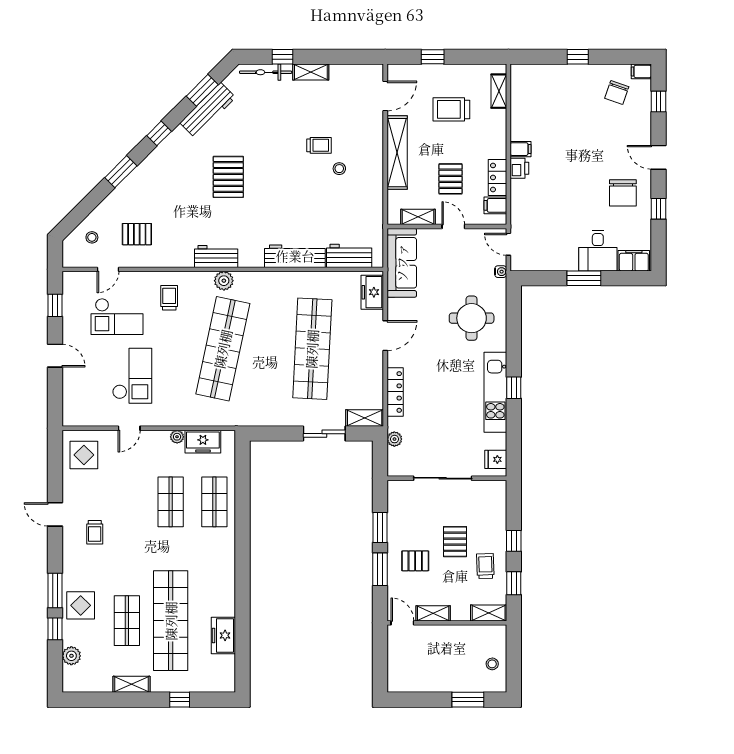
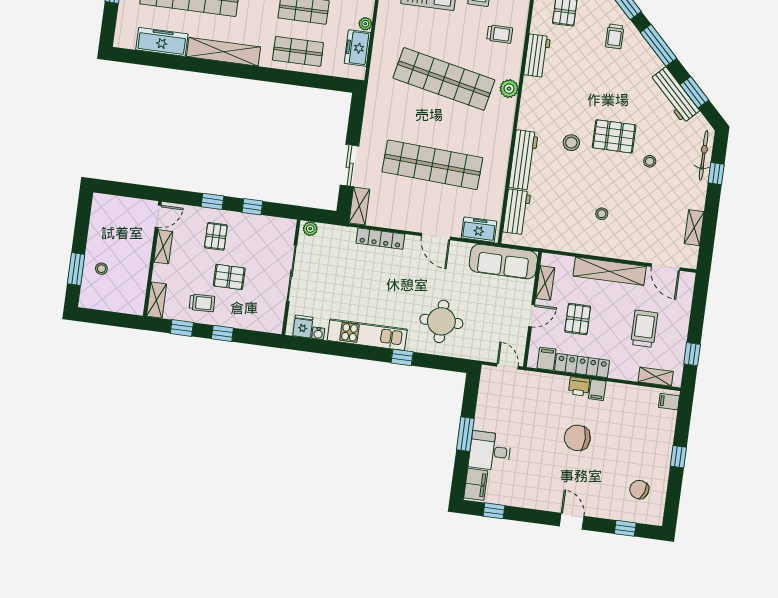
window: (433, 57) -> (692, 354), moved
filing cabinet: (641, 71) -> (669, 402), moved, turned -90
shelving: (311, 72) -> (694, 228), moved
stool: (279, 127) -> (650, 161), added
window: (159, 133) -> (658, 45), width x2.17
trolley: (319, 145) -> (615, 36), moved
door: (658, 157) -> (572, 521), hinge flipped
pallet: (228, 177) -> (614, 136), moved
locker: (498, 177) -> (582, 366), width x1.53
pallet: (451, 179) -> (578, 319), turned 90
chair: (623, 193) -> (577, 438), moved
stool: (271, 209) -> (571, 143), added
window: (658, 209) -> (494, 511), moved
door: (508, 244) -> (507, 366), hinge flipped
workbench: (216, 256) -> (537, 56), moved
water cooler: (501, 272) -> (318, 333), moved
window: (514, 388) -> (402, 357), moved
plant: (394, 439) -> (310, 229), moved
window: (380, 527) -> (252, 207), width x0.67
window: (380, 569) -> (212, 201), width x0.67
shelving: (225, 578) -> (224, 52), added
freezer: (223, 635) -> (162, 42), width x1.40
stool: (492, 664) -> (101, 269), moved

